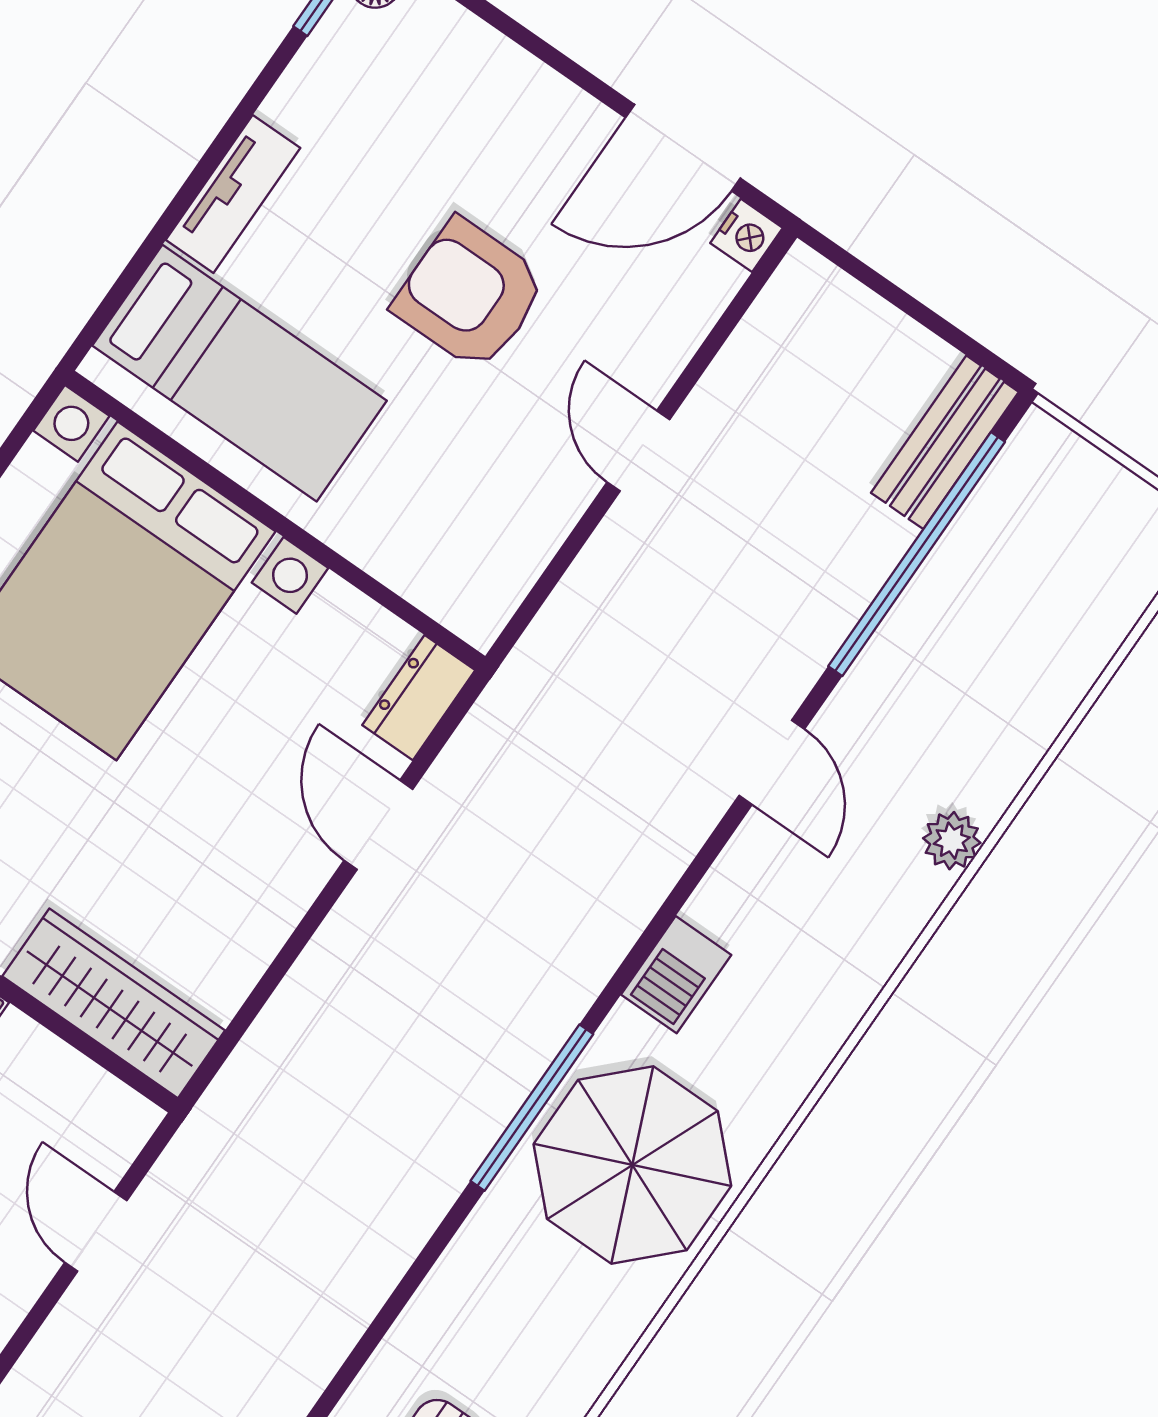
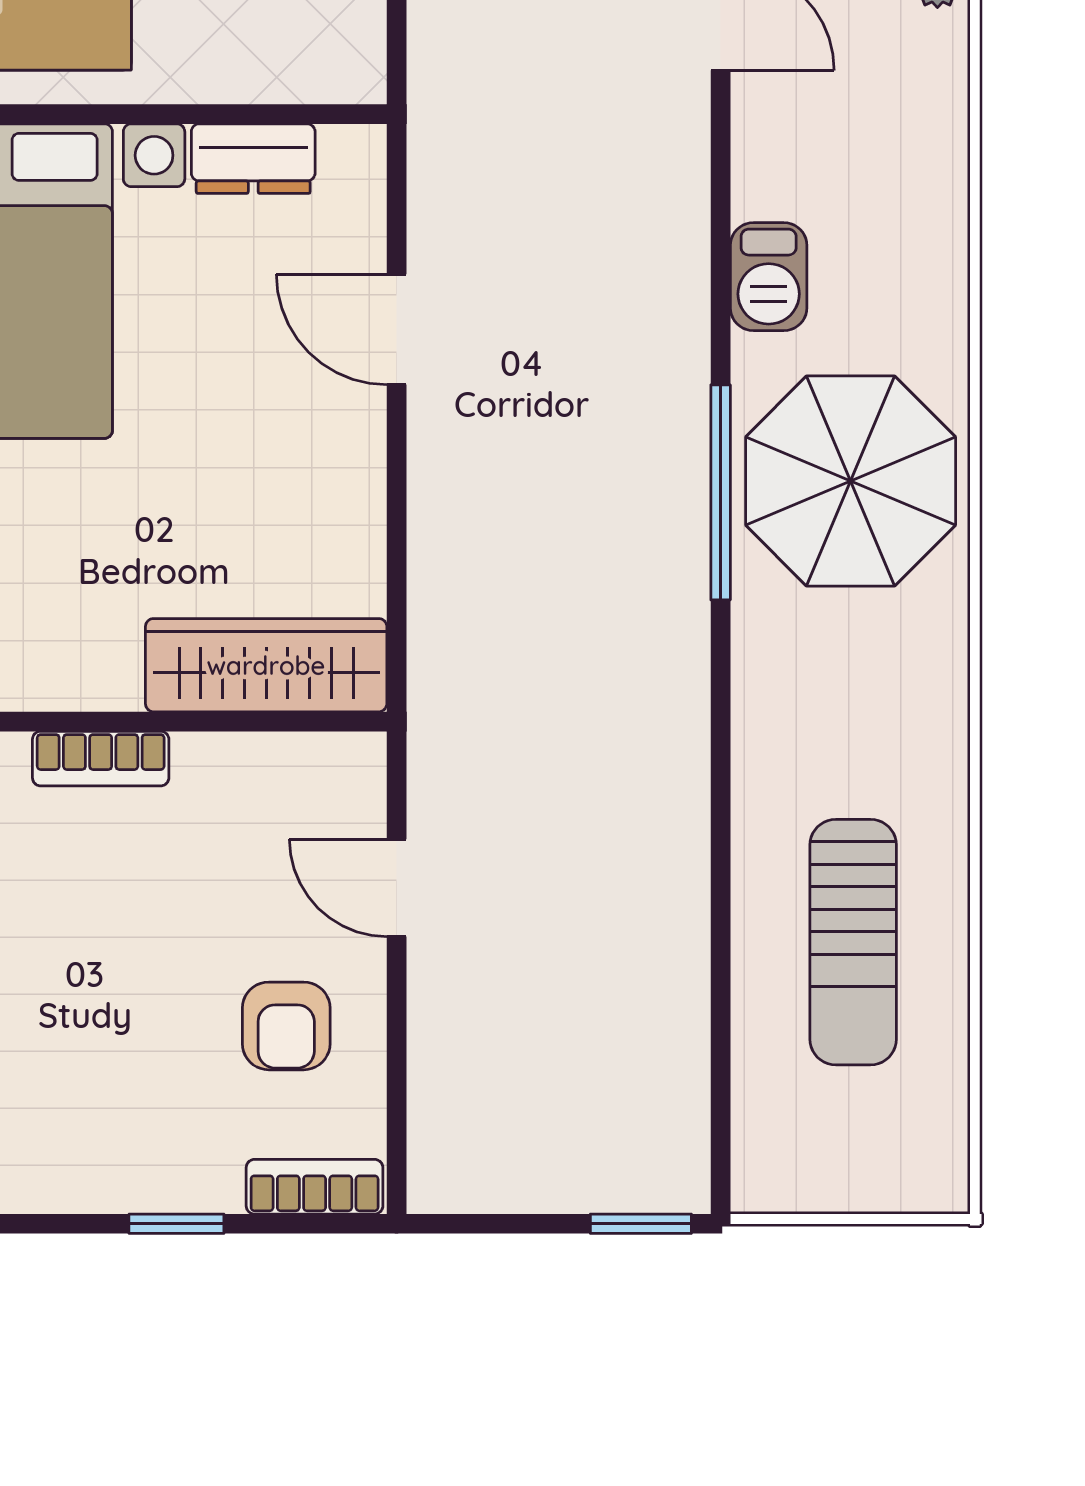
dresser: (419, 698) -> (253, 159), moved, turned -90

